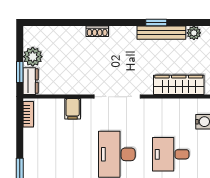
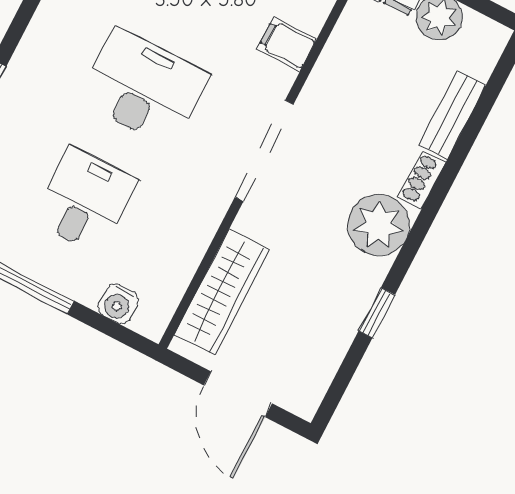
bench: (161, 33) -> (452, 115), moved, width x0.73
plant: (194, 33) -> (379, 225), moved, width x1.87, depth x1.87

